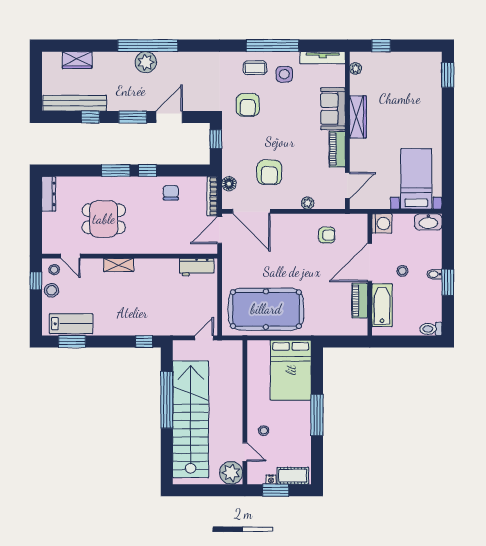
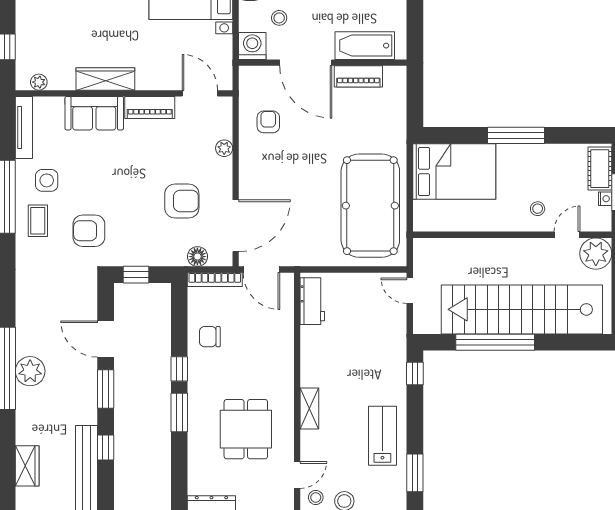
armchair: (248, 105) -> (89, 231), turned 180
stool: (402, 271) -> (279, 18), moved
lab bench: (71, 324) -> (382, 436), moved

